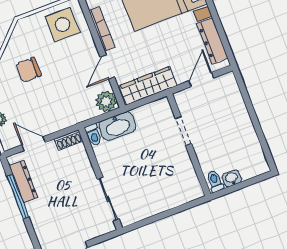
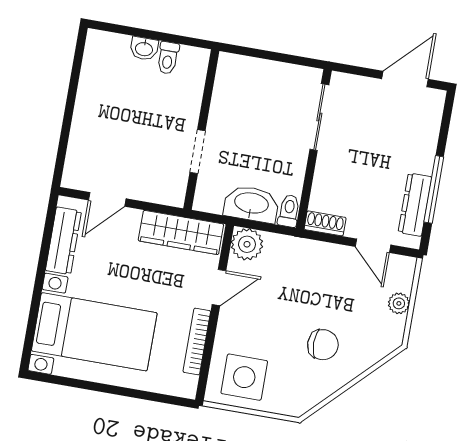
doorway: (183, 131) -> (197, 152), moved
wall: (189, 145) -> (201, 130), moved

